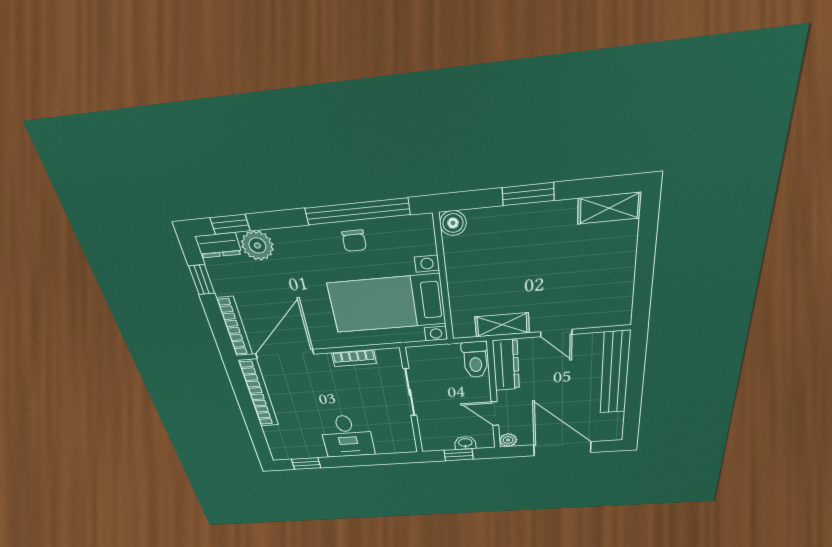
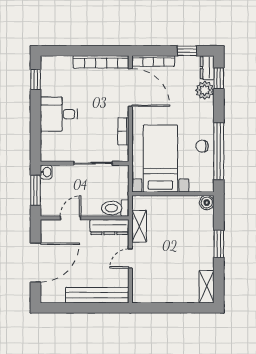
plant: (508, 440) -> (46, 226), removed
washbasin: (465, 443) -> (46, 172), moved
window: (459, 455) -> (36, 190), width x1.50

